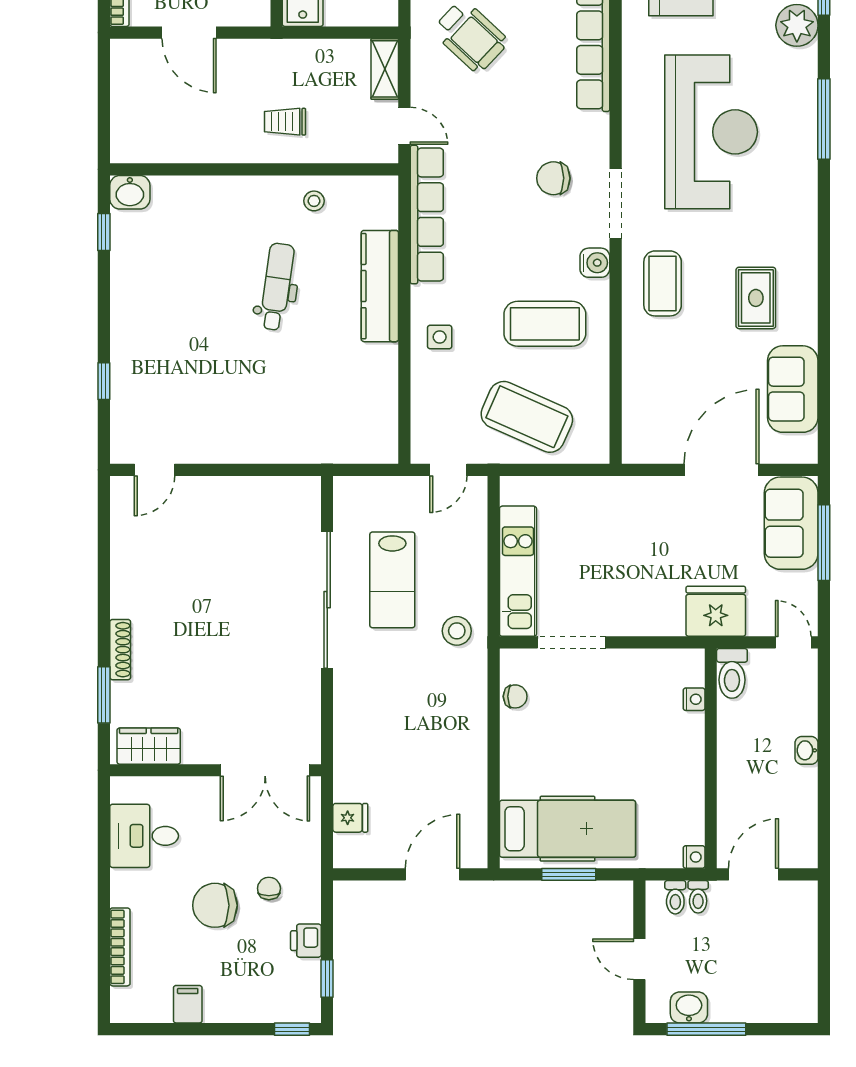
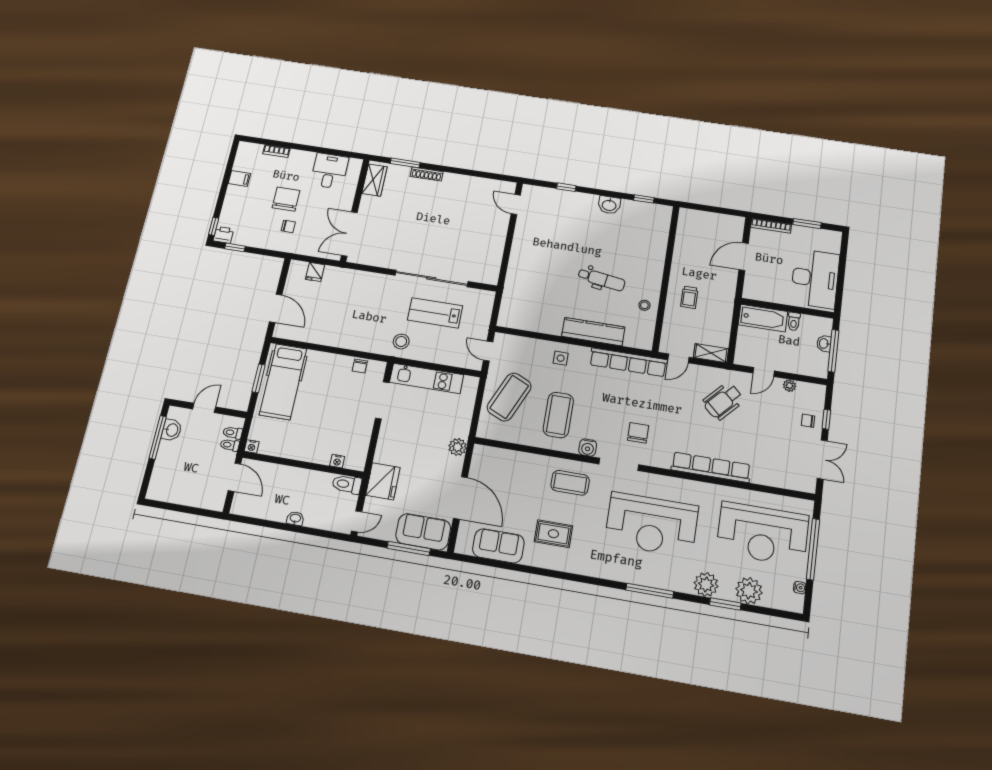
trolley: (285, 122) -> (689, 297), turned 180
washbasin: (130, 192) -> (609, 205), moved, turned -90
plant: (633, 492) -> (458, 447), added
printer: (306, 941) -> (223, 235), moved
bookcase: (120, 947) -> (276, 151), width x0.64

